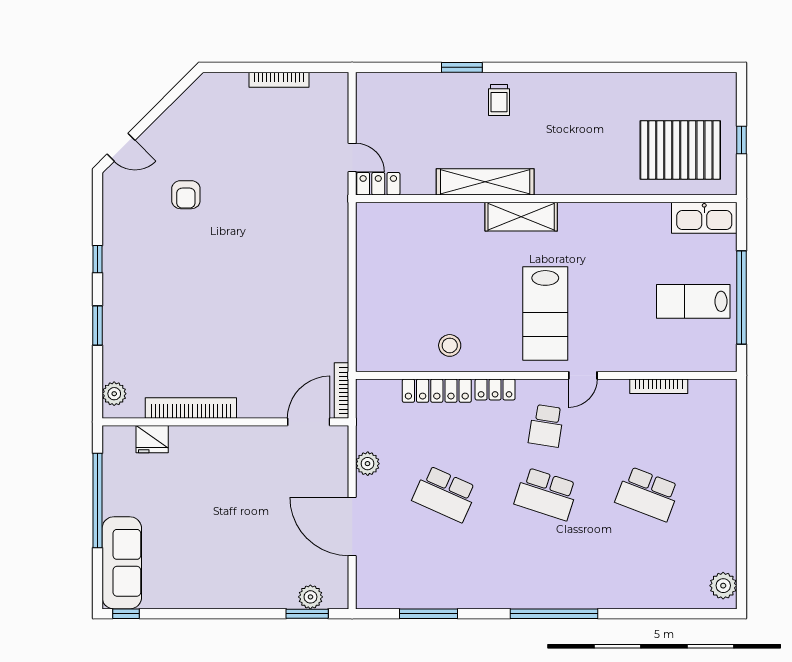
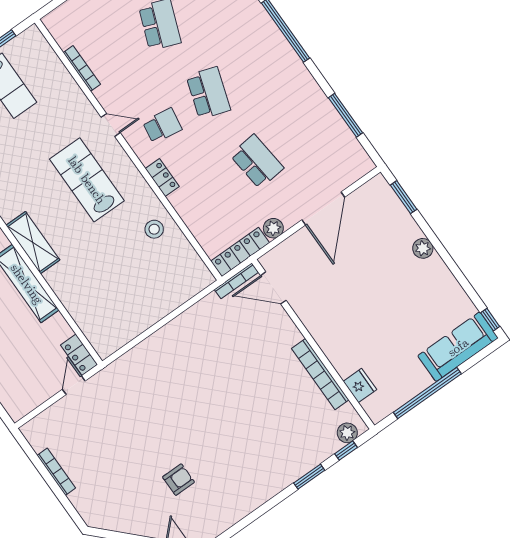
window: (98, 259) -> (346, 451), moved
lab bench: (545, 314) -> (87, 180), turned -90
locker: (437, 391) -> (240, 252), moved, turned -90
school desk: (445, 494) -> (257, 161), turned -30
plant: (310, 597) -> (423, 248), moved

